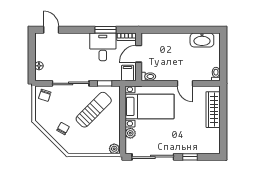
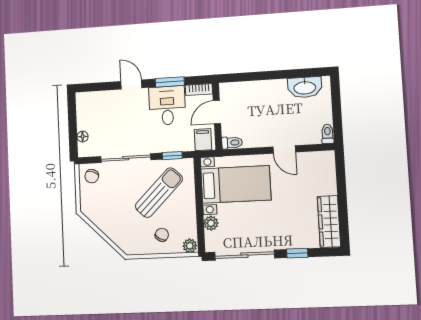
door: (51, 30) -> (131, 85), moved
wardrobe: (213, 110) -> (329, 222), moved
chair: (63, 129) -> (162, 235), moved

